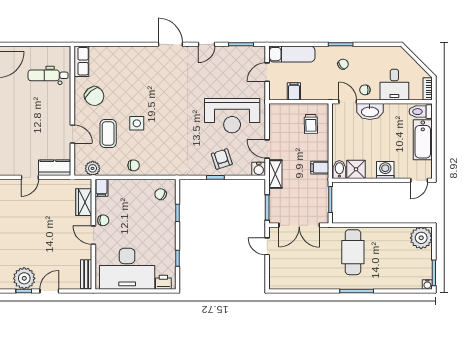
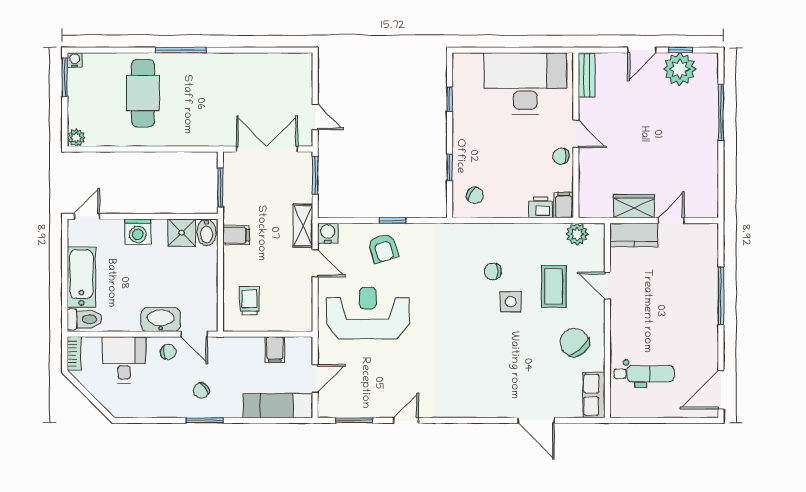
door: (170, 44) -> (536, 420), moved
chair: (134, 165) -> (493, 271), moved
wardrobe: (84, 202) -> (634, 206), moved, turned -90
plant: (421, 238) -> (76, 138), width x0.53, depth x0.53
cafe table: (353, 252) -> (143, 93), moved
printer: (163, 282) -> (541, 207), moved, turned 180

